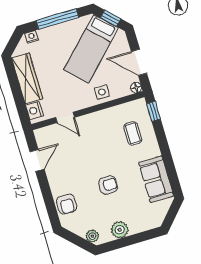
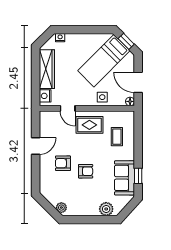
window: (57, 19) -> (84, 30), removed
window: (153, 111) -> (138, 176), moved
rug: (97, 129) -> (89, 125), added
door: (37, 160) -> (36, 146), moved
armchair: (67, 204) -> (63, 163), moved, turned 90
plant: (120, 230) -> (106, 209), moved

